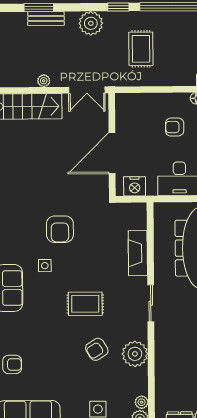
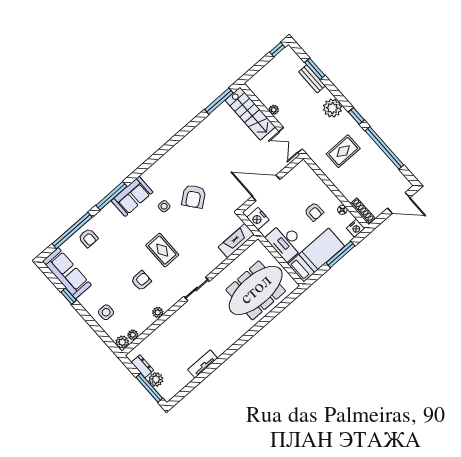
armchair: (175, 127) -> (314, 212), turned 180
armchair: (60, 229) -> (194, 196), turned -38
fireplace: (138, 253) -> (236, 241), moved
armchair: (97, 349) -> (141, 281), turned 122
plant: (135, 354) -> (158, 312), width x0.53, depth x0.53

